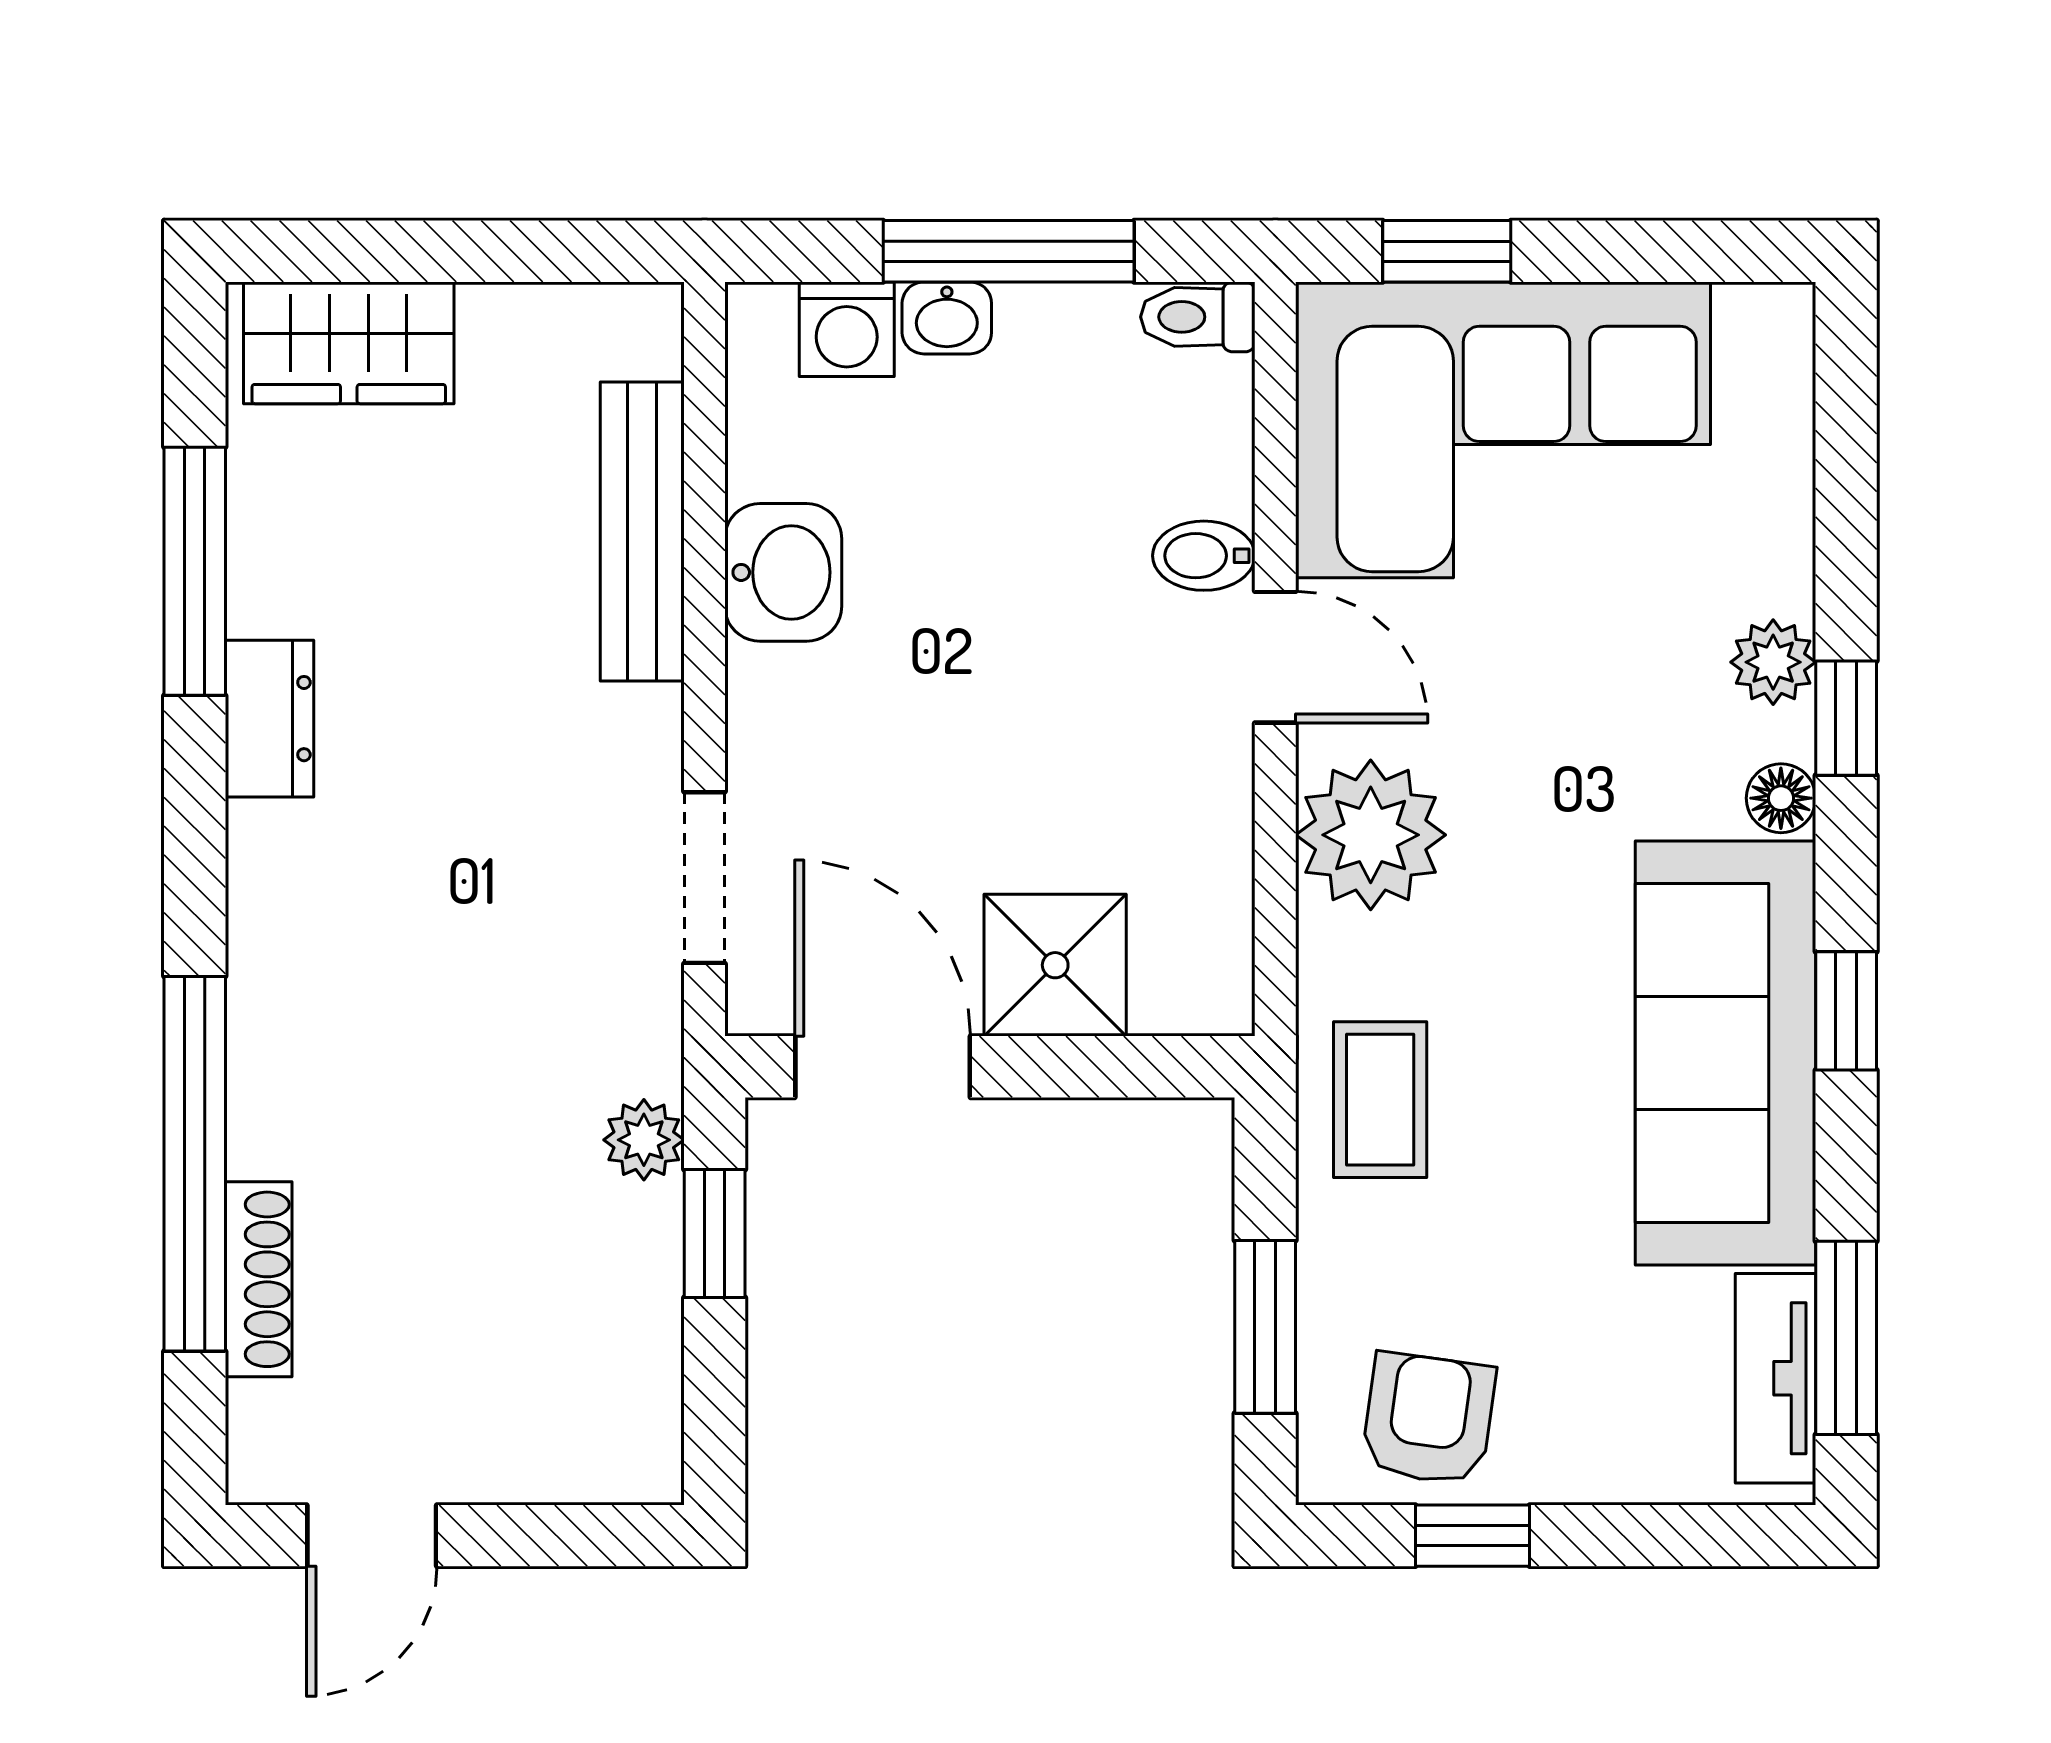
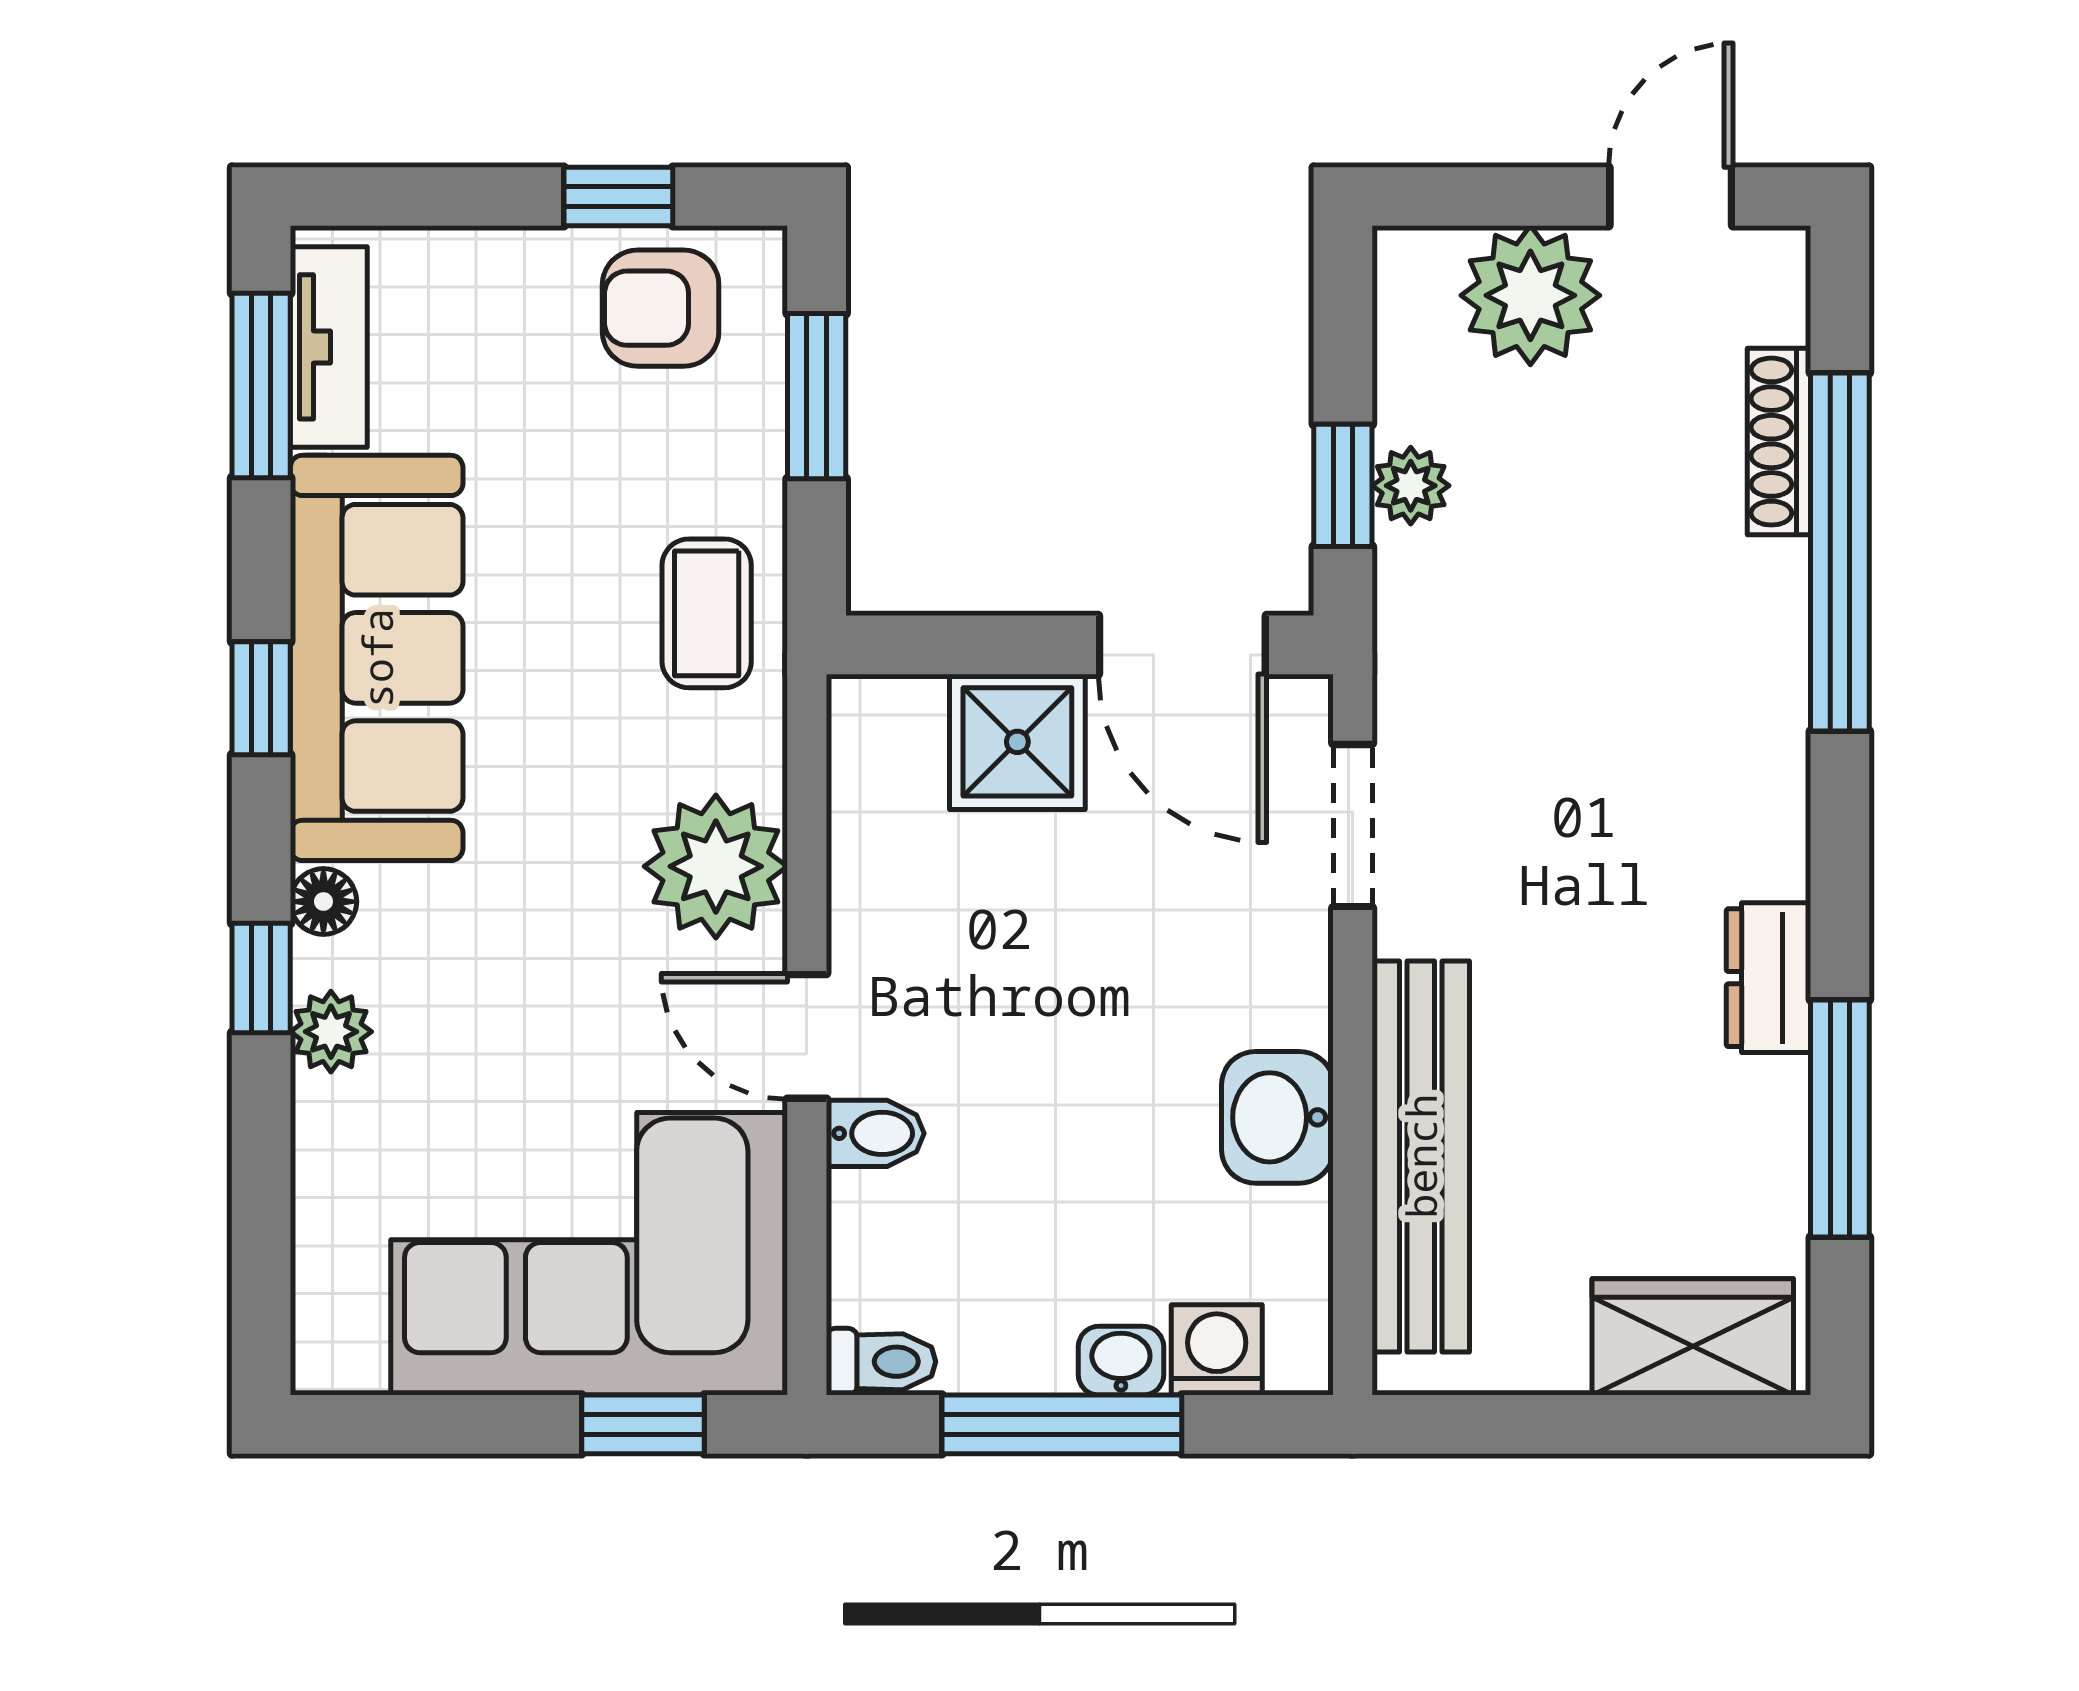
bench: (642, 532) -> (1421, 1156), width x1.37, depth x1.21
plant: (644, 1140) -> (1411, 486), moved
armchair: (1428, 1419) -> (661, 308), turned 82
plant: (519, 1432) -> (1530, 295), added

